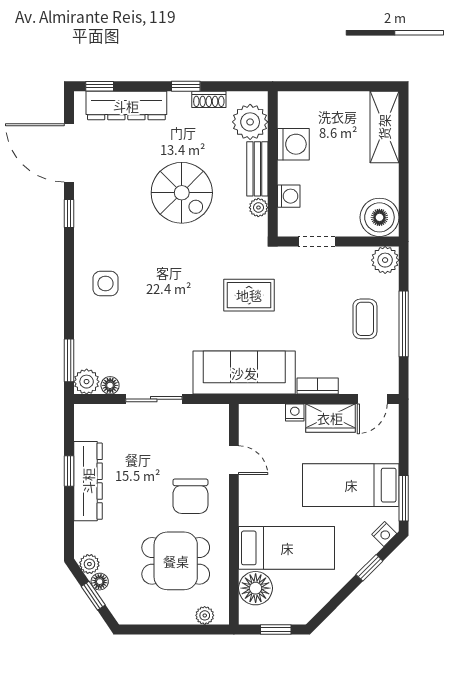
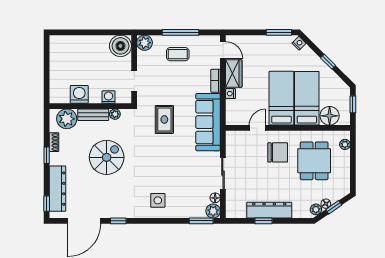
shelving: (384, 127) -> (70, 43), removed
bed: (351, 485) -> (281, 98), moved, turned 180
window: (369, 568) -> (328, 62), moved

